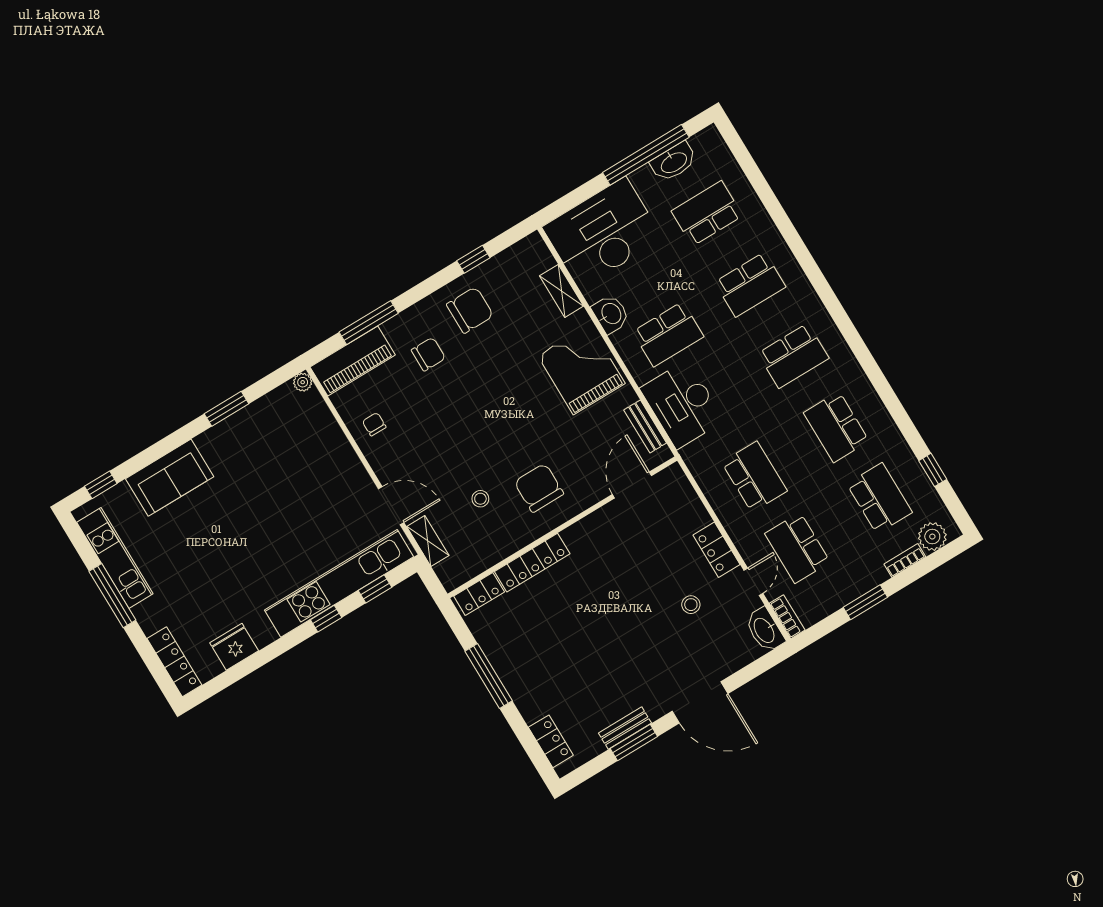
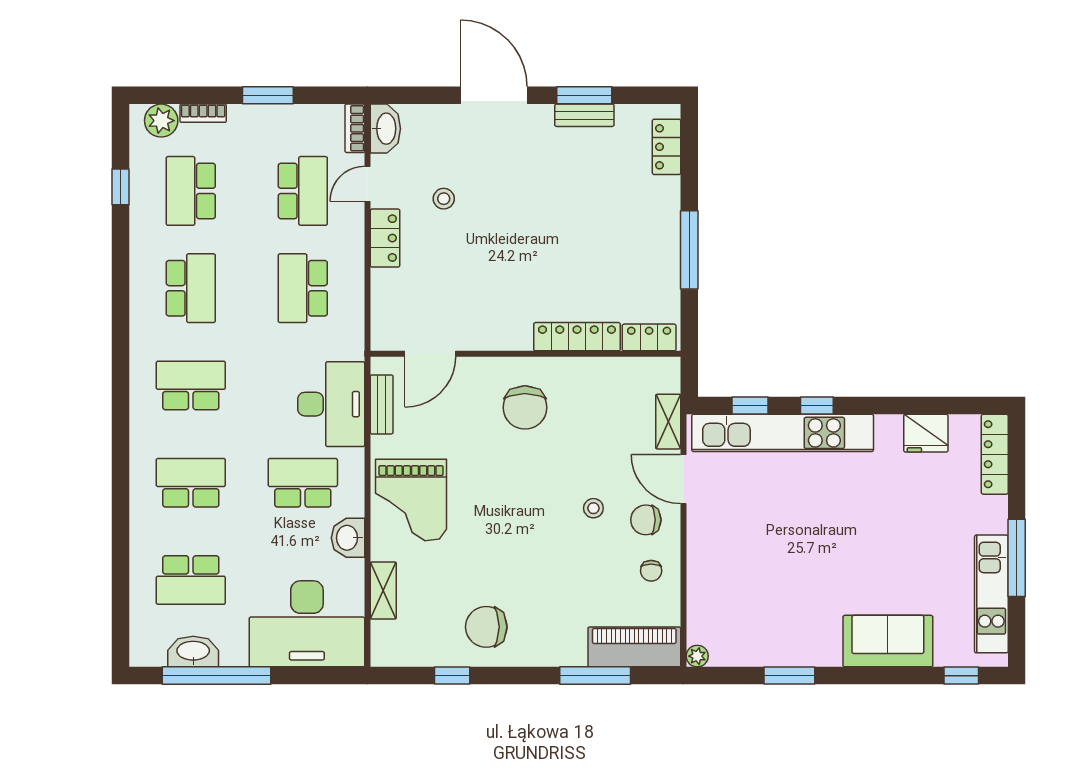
chair: (428, 354) -> (646, 520), moved
stool: (480, 499) -> (593, 508), moved

